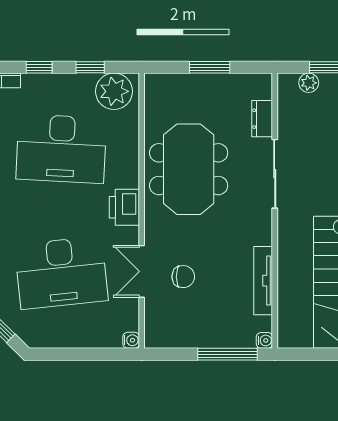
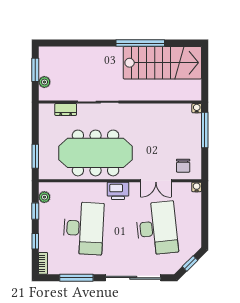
window: (210, 67) -> (35, 156), moved
plant: (114, 91) -> (44, 197), width x0.53, depth x0.53
meeting table: (189, 169) -> (96, 153), width x1.36
chair: (183, 277) -> (183, 166), moved, turned 180
tv unit: (263, 281) -> (161, 109), removed

